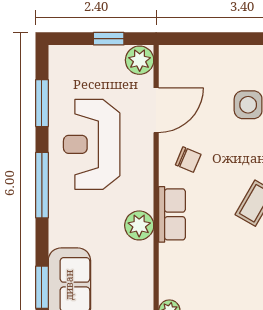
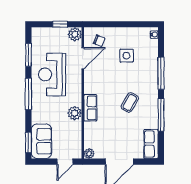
chair: (188, 160) -> (99, 41), moved

